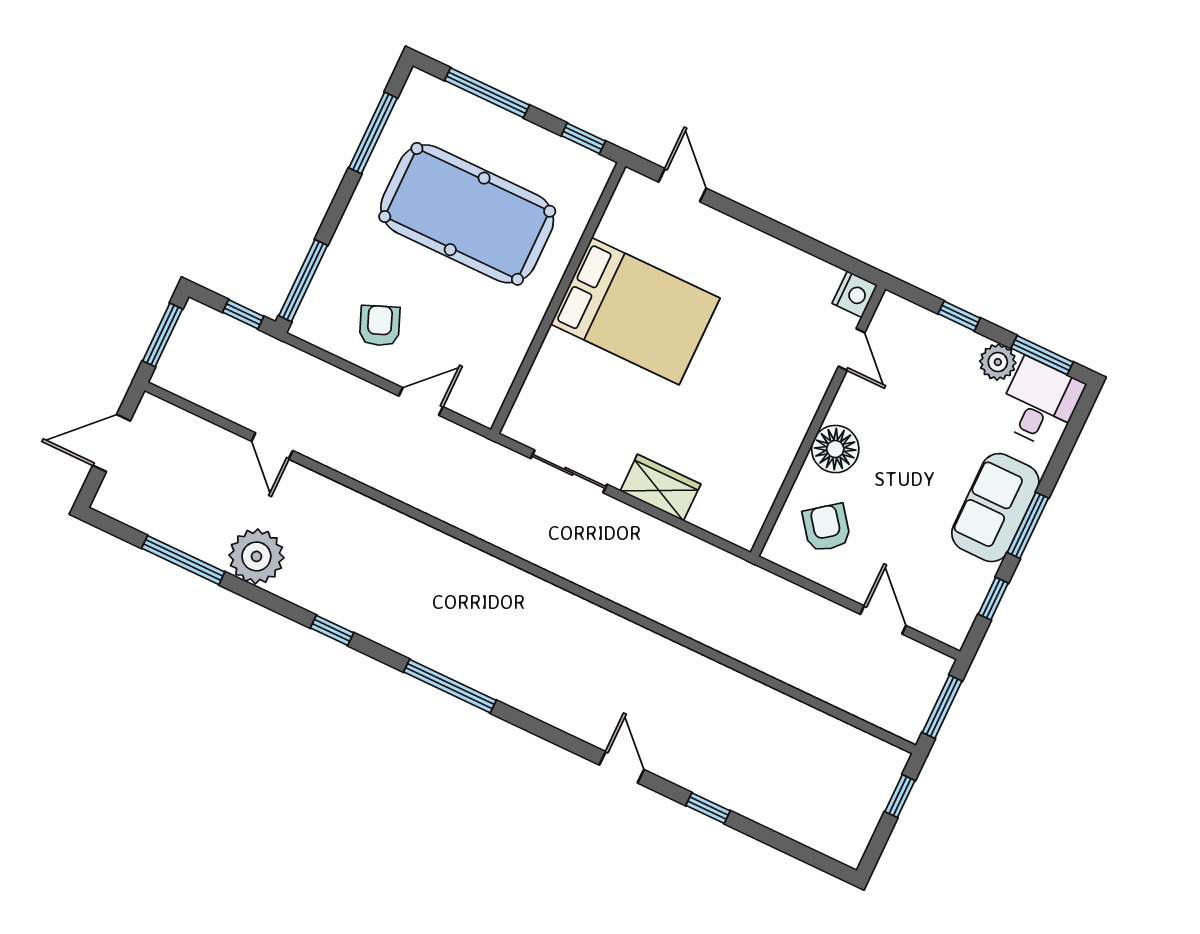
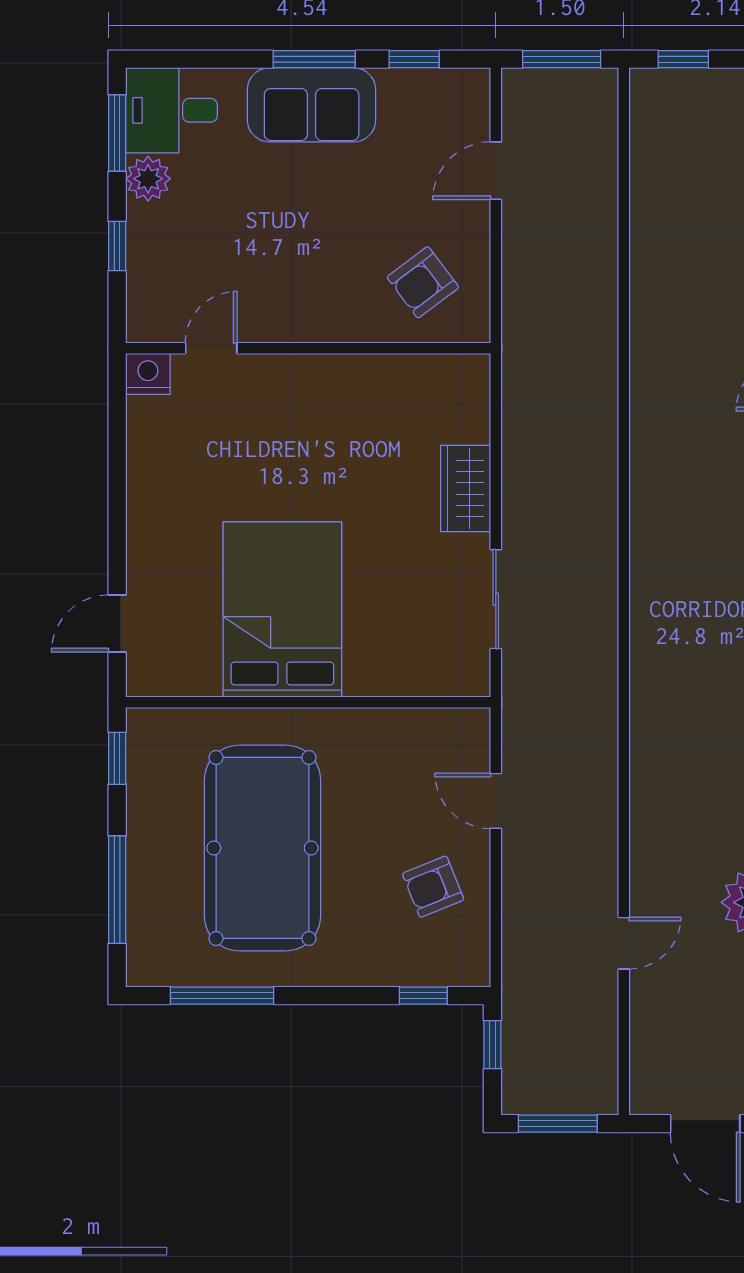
window: (303, 281) -> (423, 996), width x0.46
floor lamp: (835, 449) -> (331, 314), removed

